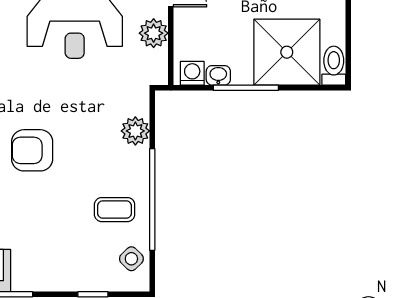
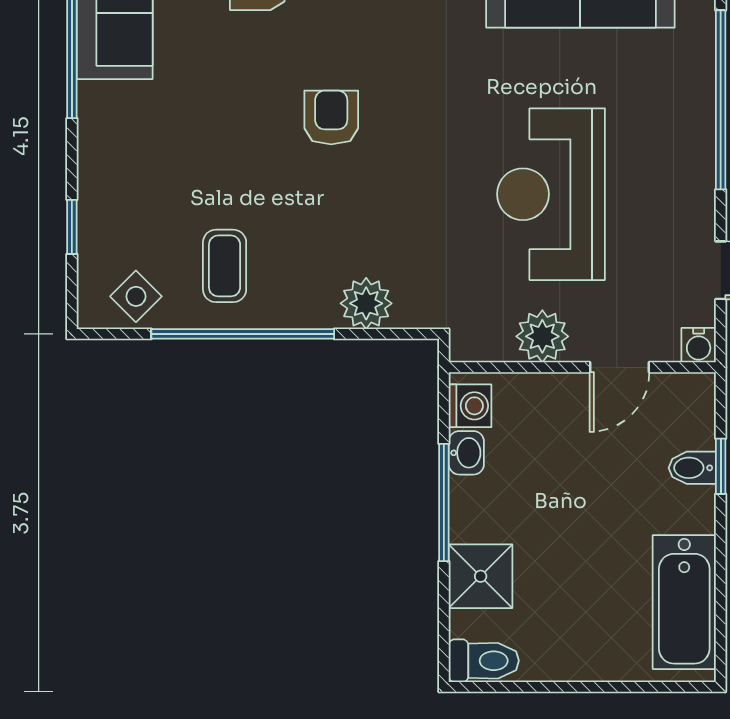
shower: (287, 52) -> (481, 576), width x0.54, depth x0.54
armchair: (32, 150) -> (331, 118), width x0.72, depth x0.72

